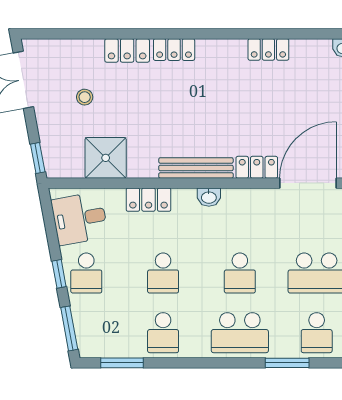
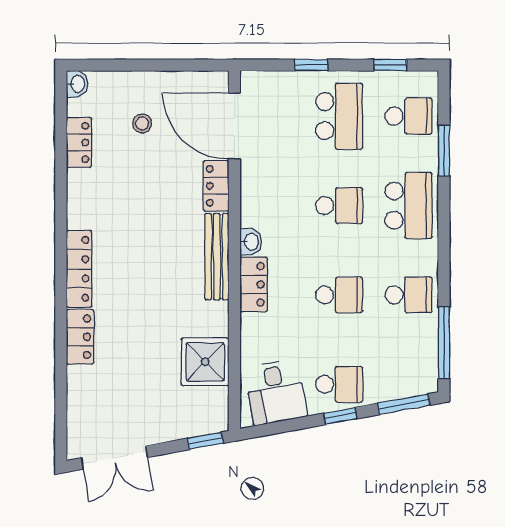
locker: (268, 49) -> (79, 142), moved
locker: (174, 50) -> (79, 269), width x1.53
stool: (85, 97) -> (142, 123), moved
locker: (149, 200) -> (254, 284), moved
window: (122, 363) -> (444, 343), width x1.44

